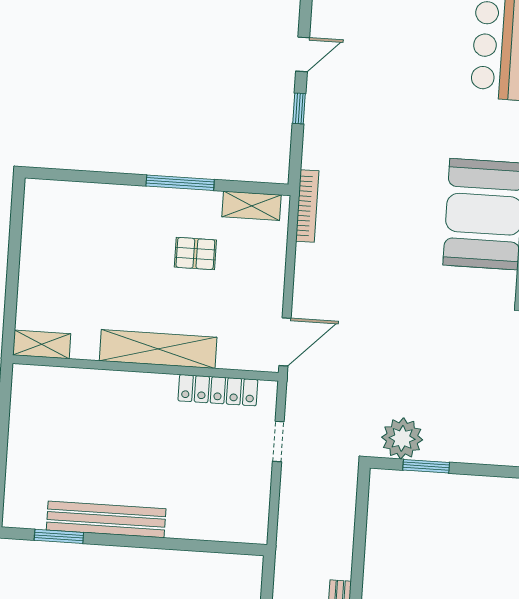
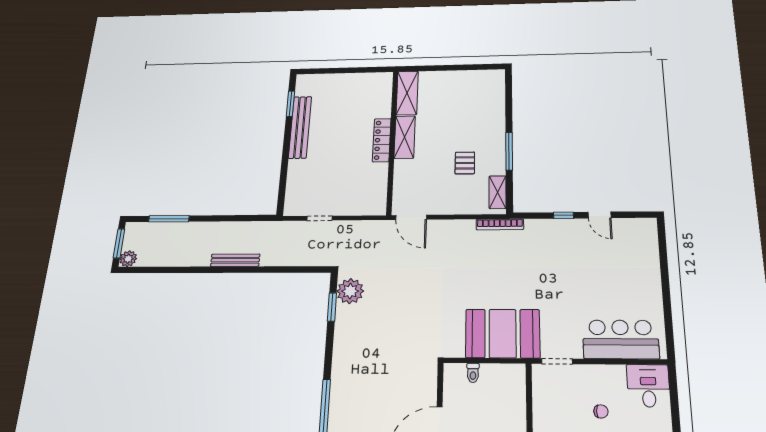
shelving: (42, 344) -> (407, 93), width x1.50, depth x1.33
shelving: (158, 349) -> (405, 137), width x0.68
locker: (218, 390) -> (382, 140), moved
doorway: (278, 441) -> (319, 218), moved

